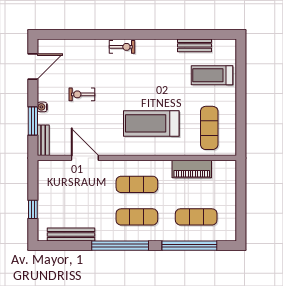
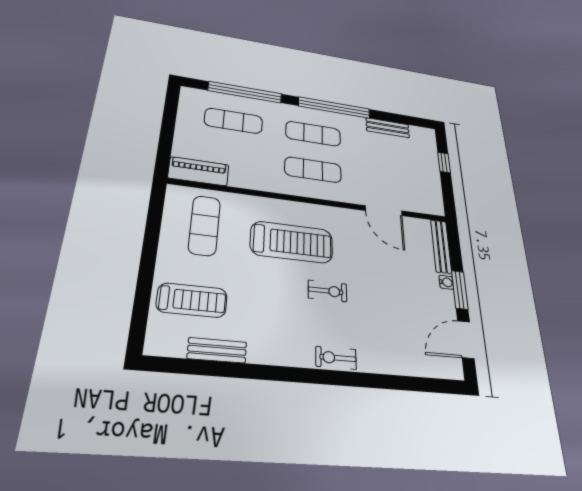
exercise bike: (82, 94) -> (327, 291), moved
window: (33, 121) -> (460, 290), moved
bench: (43, 140) -> (441, 246), width x1.36
piano: (192, 169) -> (199, 171), moved
bench: (71, 234) -> (388, 128), width x0.73

